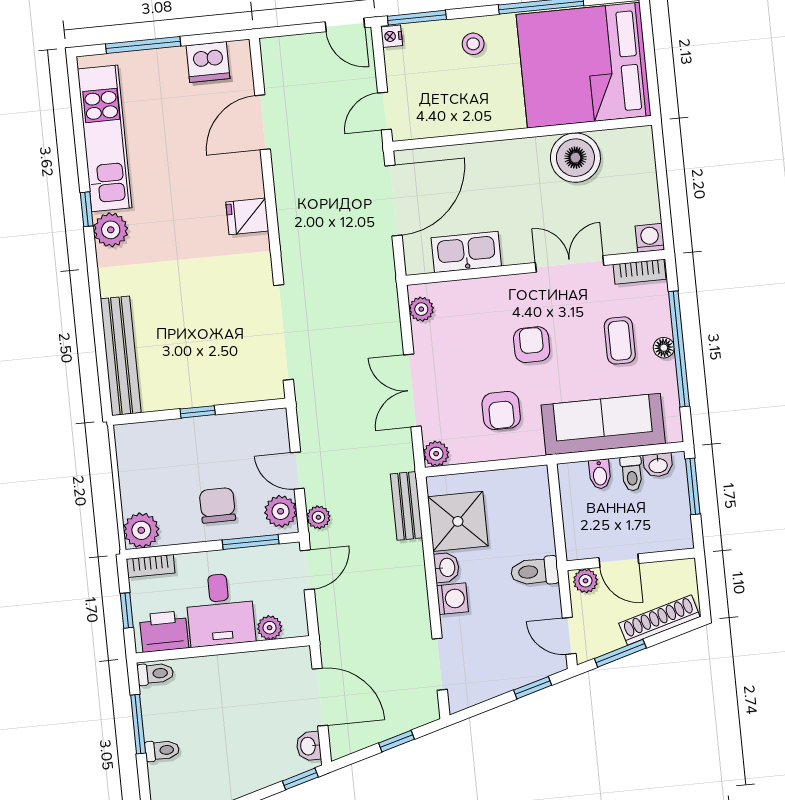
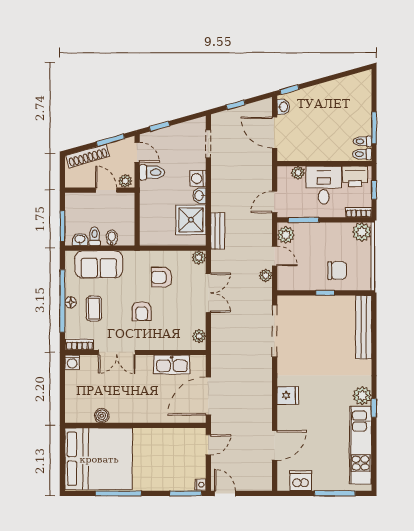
stool: (473, 44) -> (157, 476), removed
boiler: (575, 158) -> (102, 416), width x0.54, depth x0.54
armchair: (501, 410) -> (162, 277), turned -90
sofa: (603, 424) -> (99, 264), width x0.73
chair: (217, 505) -> (337, 270), moved, turned -90
plant: (318, 517) -> (266, 276), moved
toilet: (535, 571) -> (152, 172), moved
toilet: (162, 750) -> (362, 141), moved

